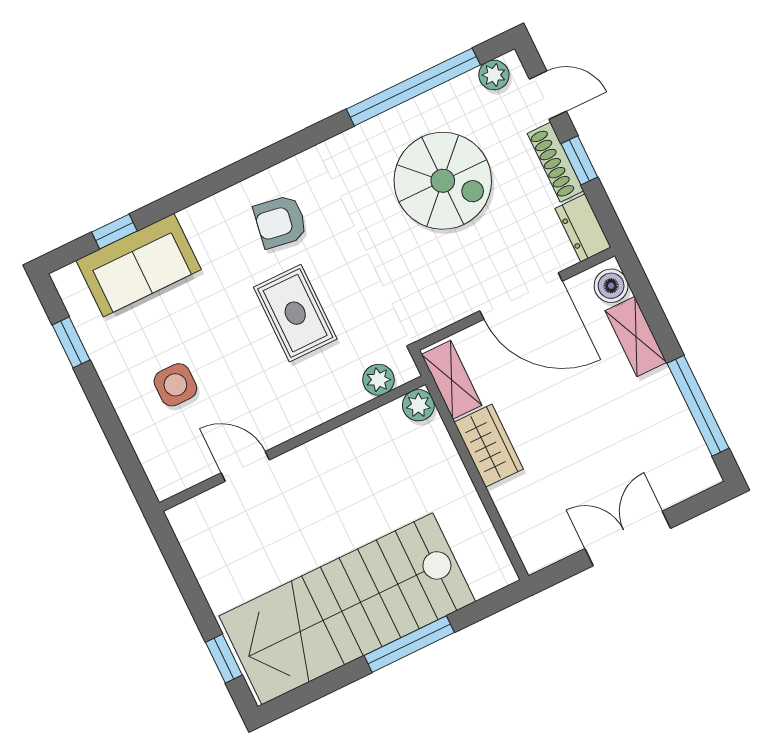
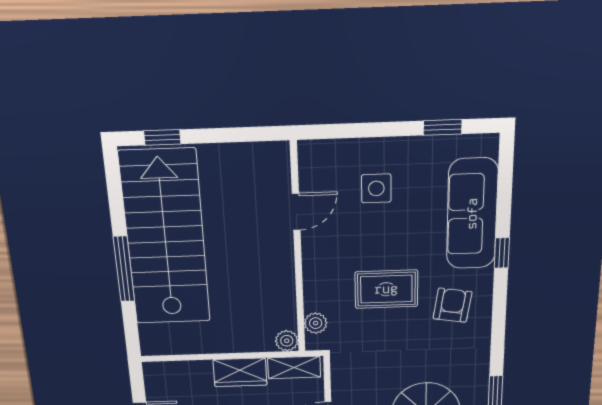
window: (114, 232) -> (502, 253), moved
sofa: (139, 265) -> (472, 214), width x1.36

